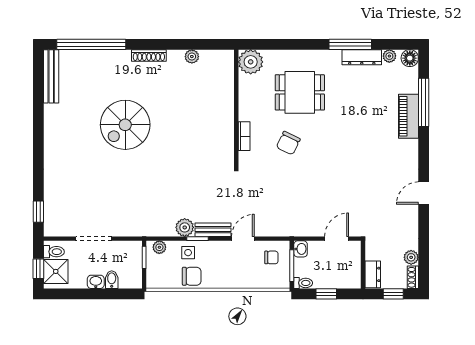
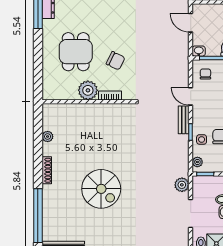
plant: (251, 62) -> (88, 90), moved
plant: (185, 227) -> (182, 185), moved

